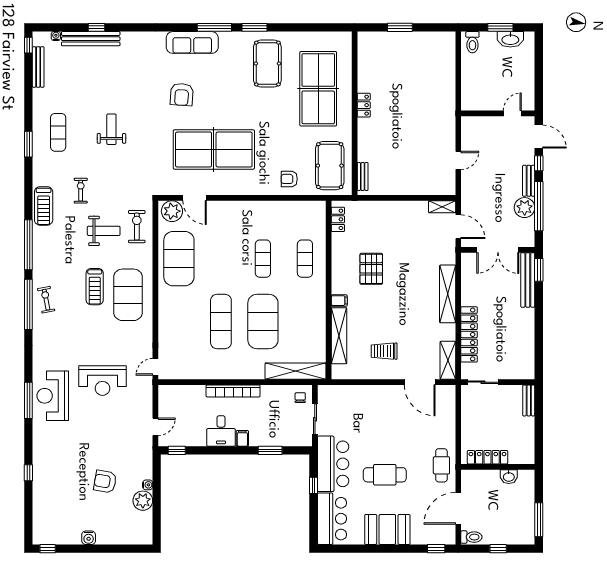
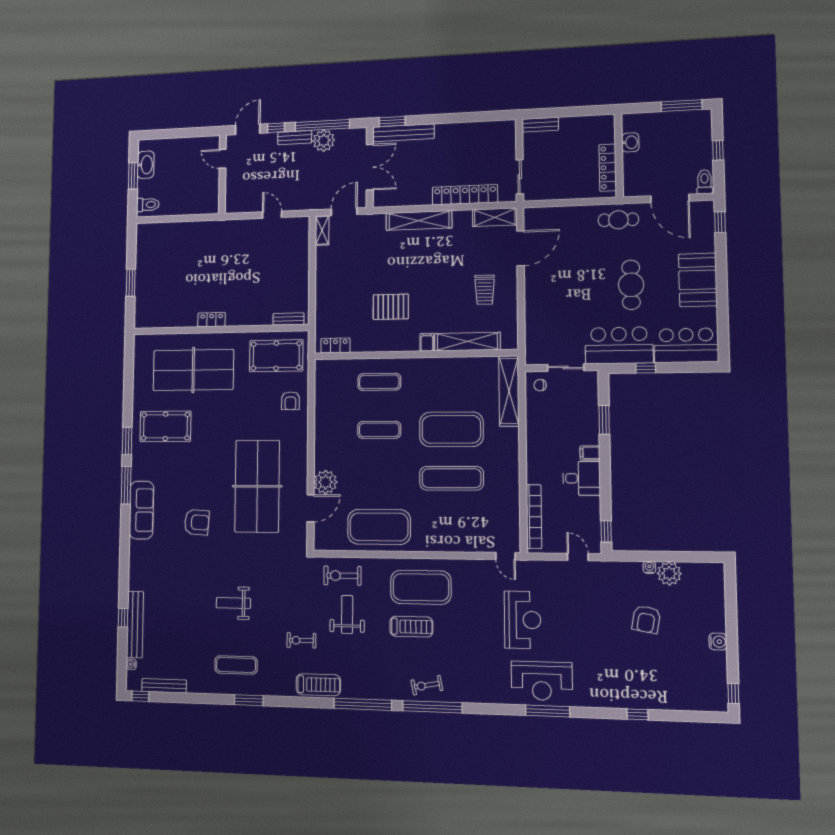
plant: (172, 211) -> (326, 482), moved
bookcase: (233, 391) -> (534, 517), moved

